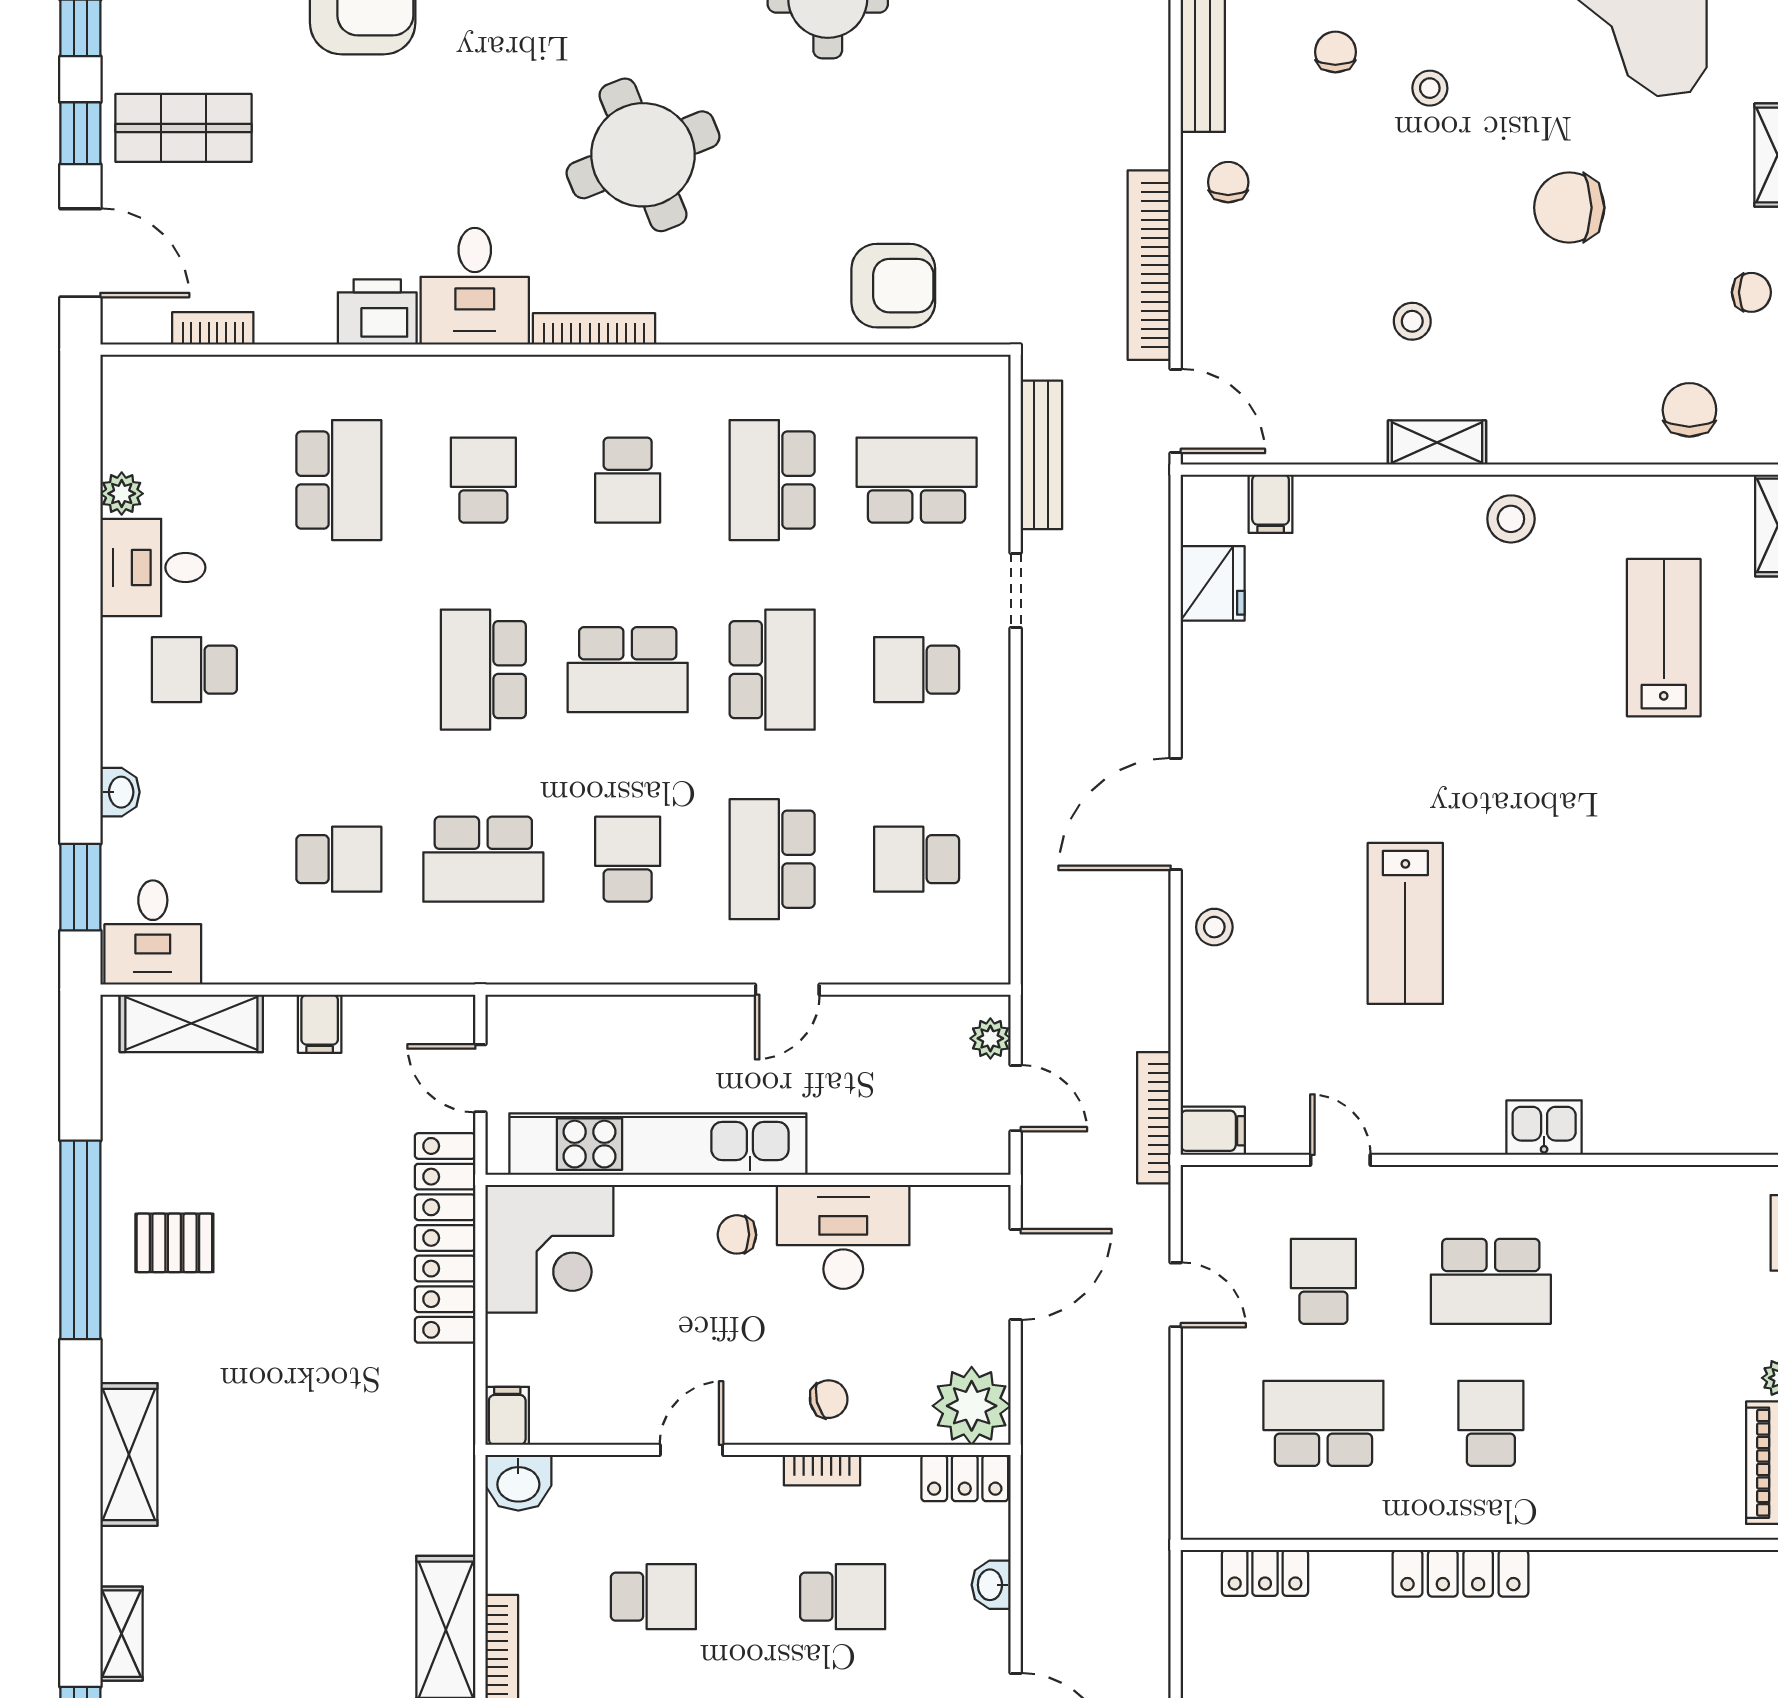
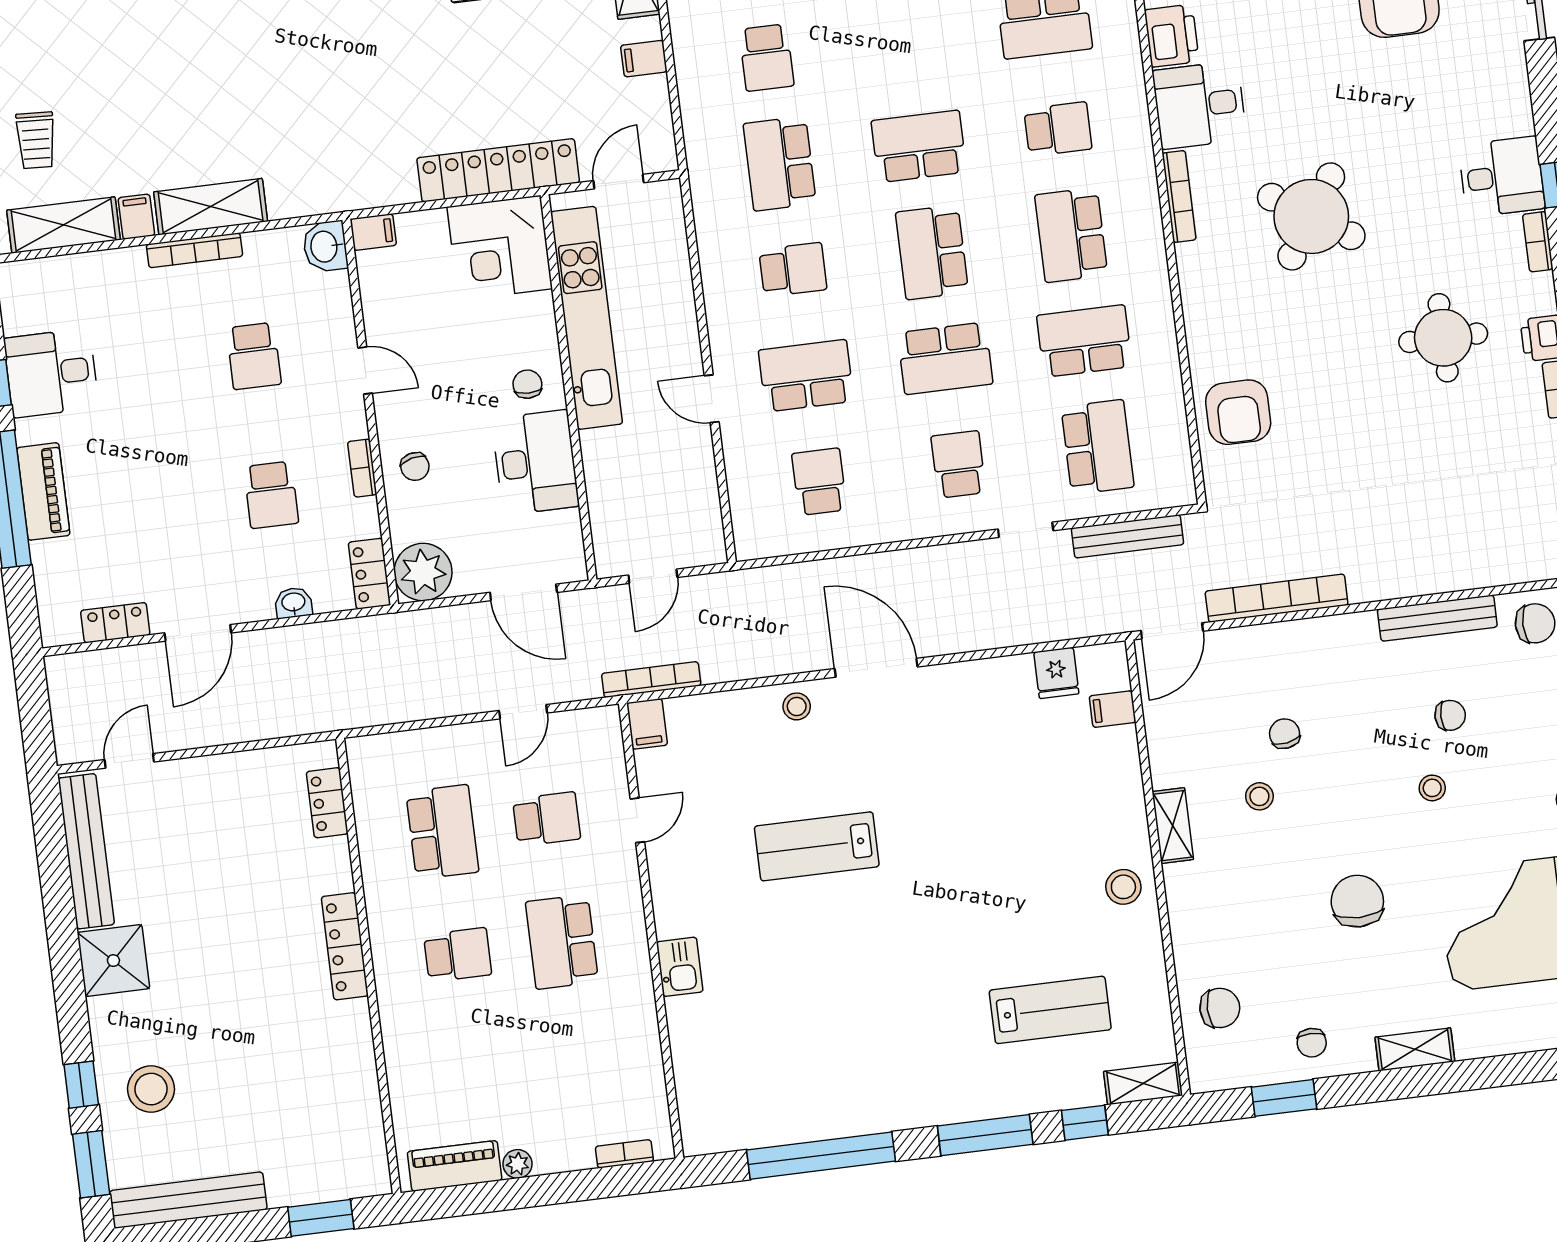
round table: (643, 155) -> (1311, 216), turned -35
chair: (1228, 182) -> (1285, 734), moved, turned -99
school desk: (628, 480) -> (1071, 235), width x1.85
fridge: (1213, 583) -> (1056, 673), width x0.72
plant: (990, 1038) -> (694, 552), removed

